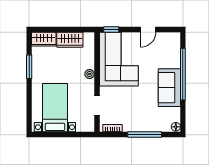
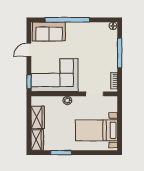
door: (148, 30) -> (29, 50), swing flipped
sofa: (169, 88) -> (49, 31), moved

